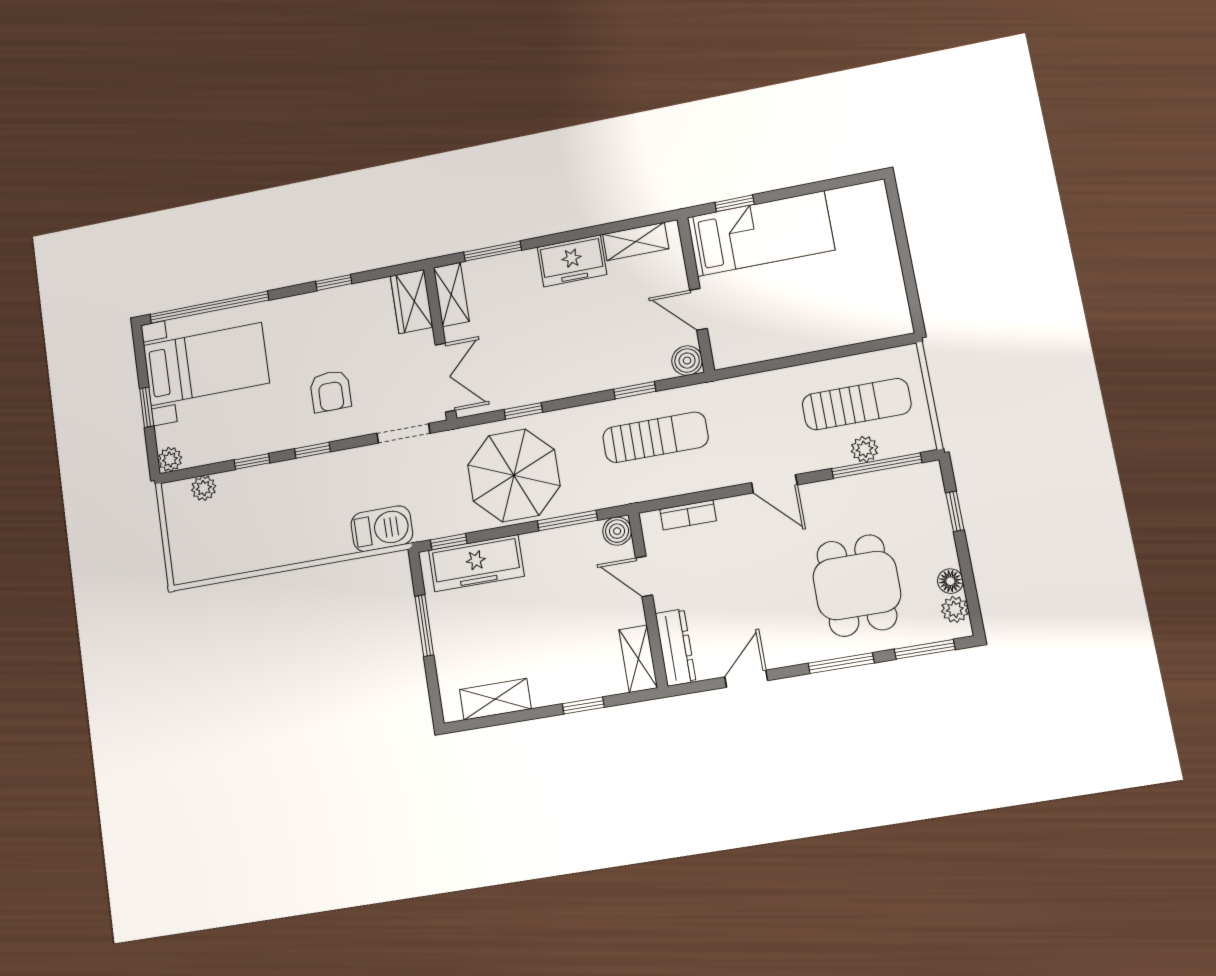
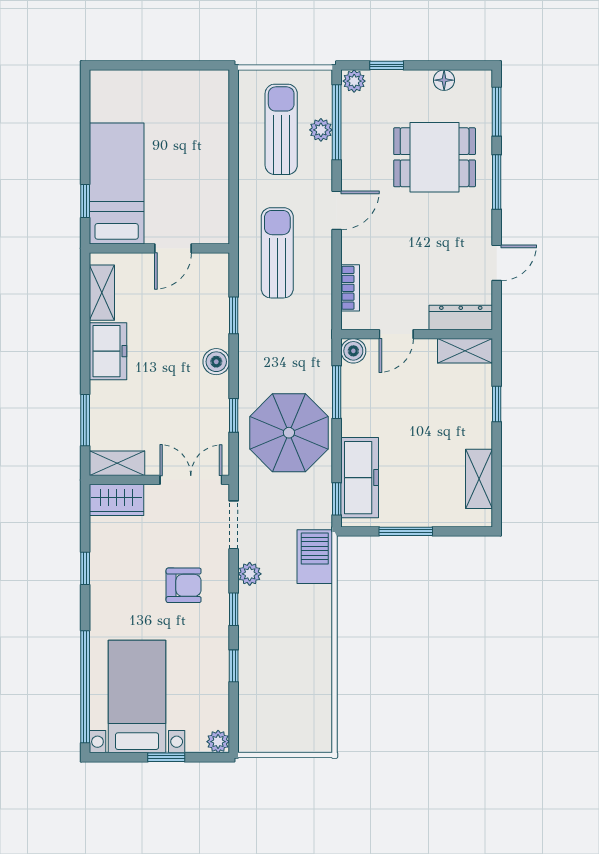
boiler: (687, 361) -> (216, 362), moved
sun lounger: (655, 437) -> (277, 253), moved
plant: (204, 488) -> (250, 574), moved
plant: (955, 609) -> (354, 81), moved
door: (746, 679) -> (497, 263), swing flipped

